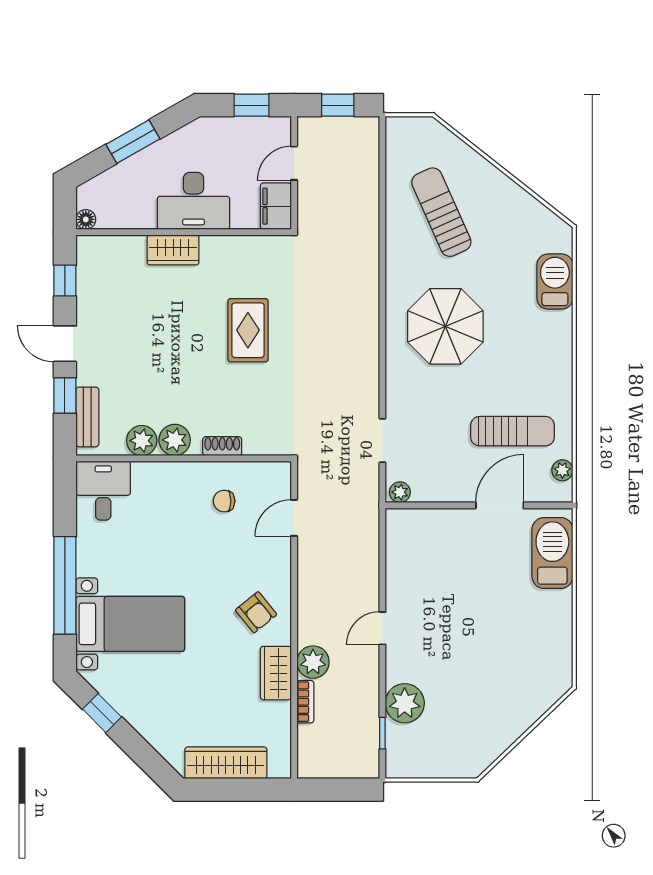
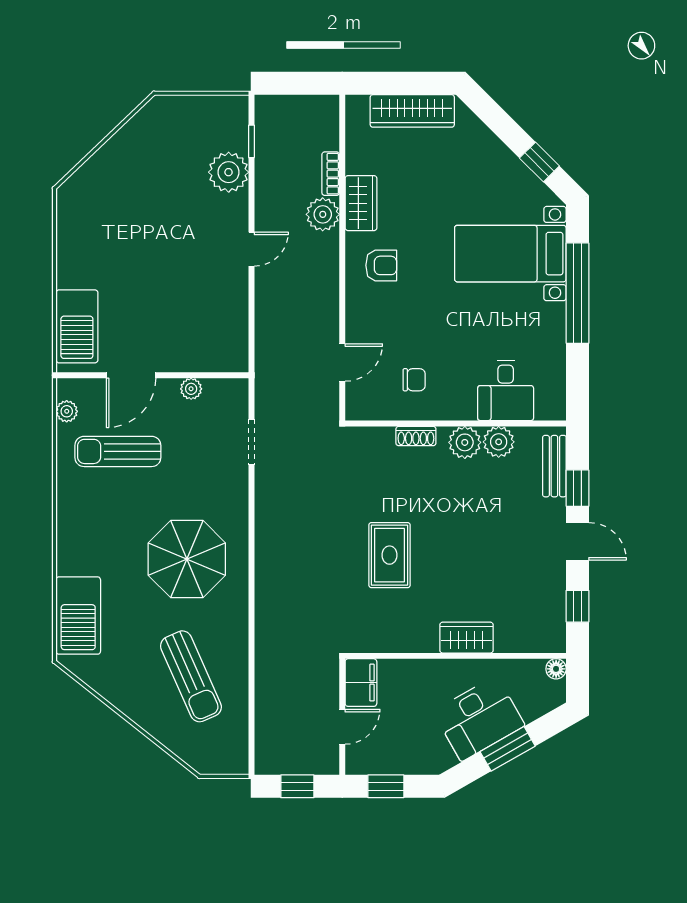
desk: (193, 201) -> (479, 718), moved, turned 150
barbecue: (555, 282) -> (78, 616), width x1.37, depth x1.21
desk: (103, 491) -> (506, 390), moved
plant: (400, 492) -> (191, 389), moved
armchair: (256, 612) -> (381, 265), turned 129

